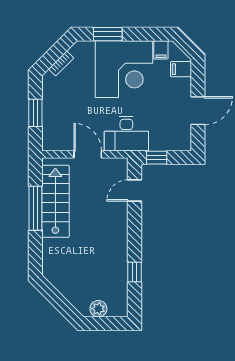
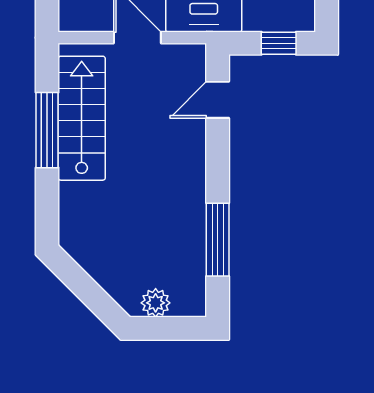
window: (157, 158) -> (279, 43), moved
window: (134, 272) -> (218, 240), width x2.17

